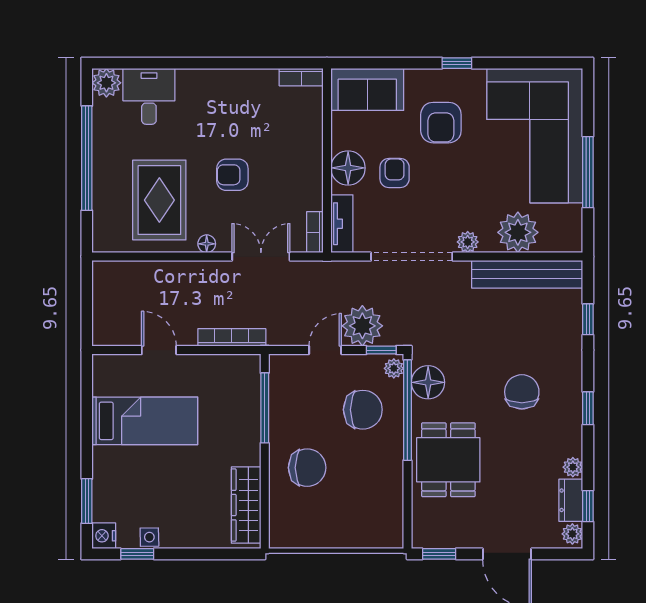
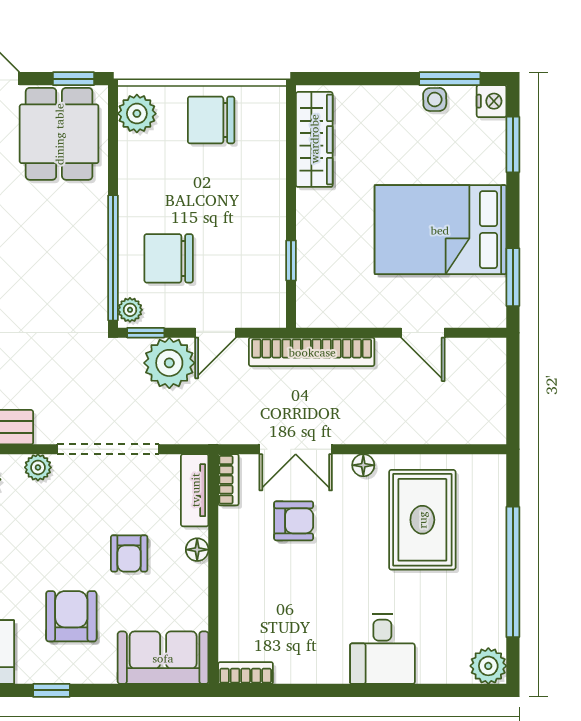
desk: (149, 96) -> (382, 649), moved
floor lamp: (348, 168) -> (197, 550), width x0.53, depth x0.53
armchair: (232, 175) -> (294, 521), moved
bookcase: (232, 337) -> (312, 352), width x1.48, depth x1.31
floor lamp: (428, 382) -> (87, 293), removed
window: (87, 395) -> (513, 277), added
window: (265, 408) -> (291, 261), width x0.46
bed: (145, 421) -> (440, 230), width x1.50
dining table: (448, 460) -> (59, 134), moved
chair: (307, 468) -> (211, 120), moved
plant: (388, 526) -> (137, 114), added
window: (137, 554) -> (450, 79), width x1.50

